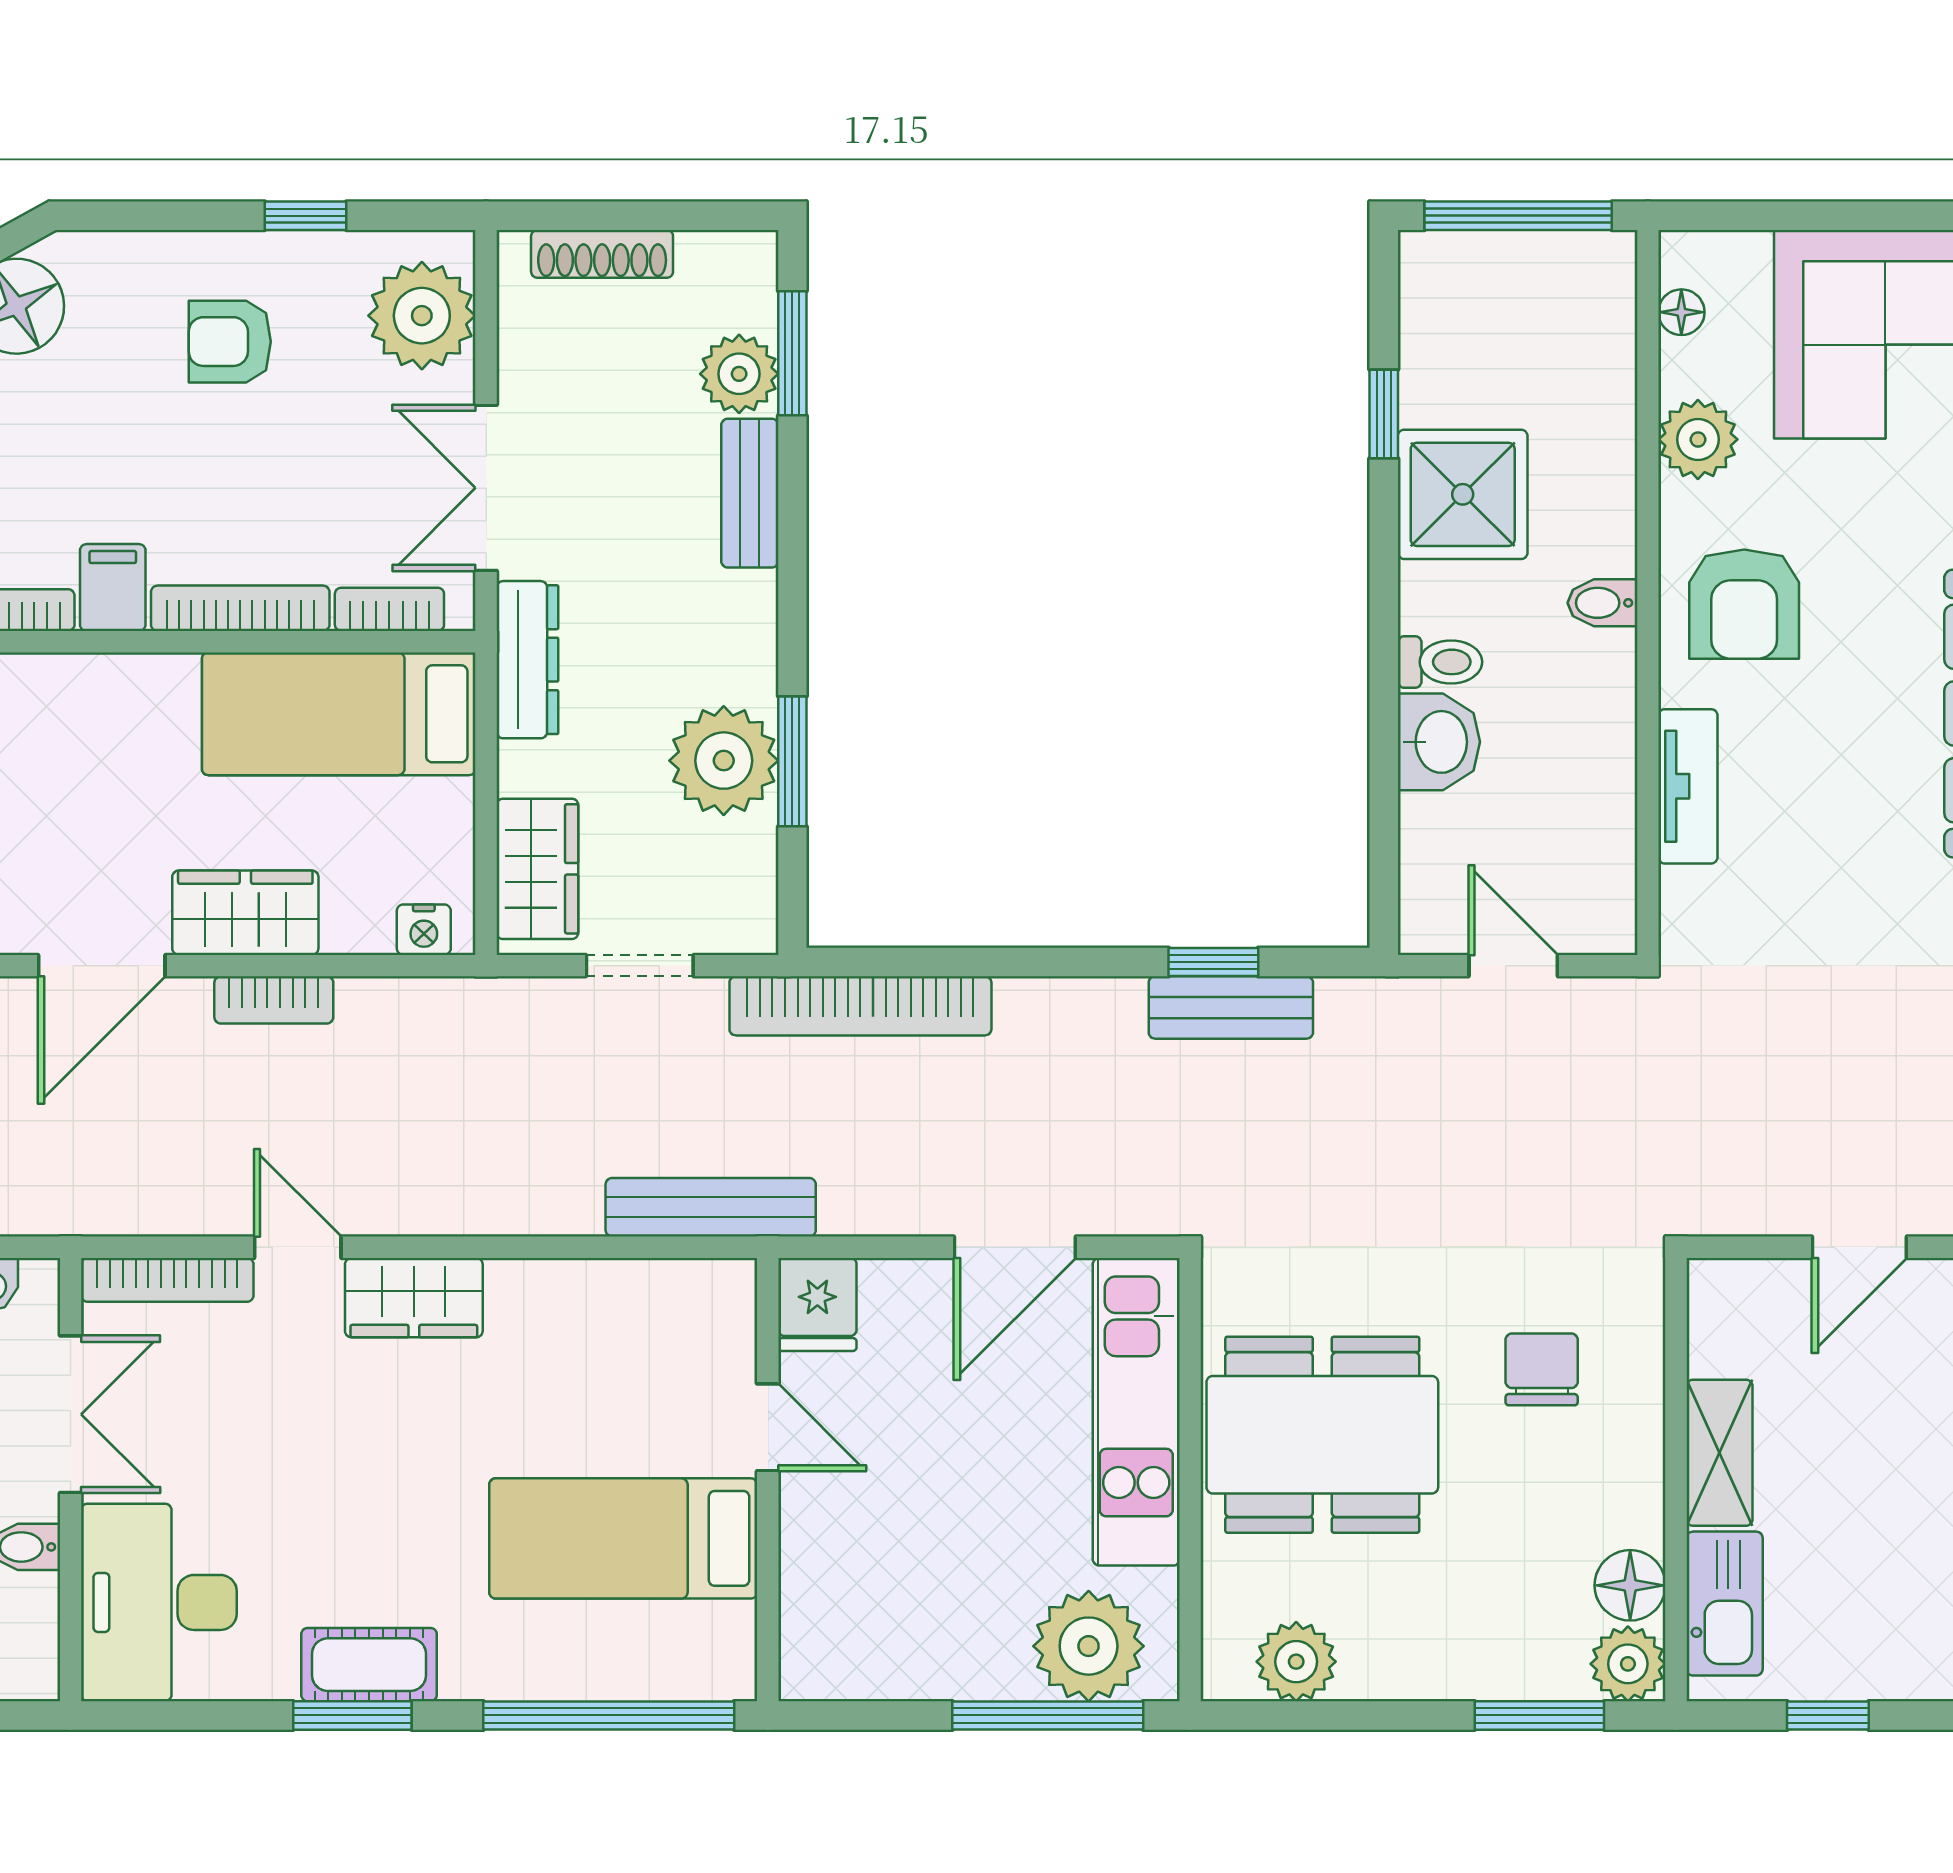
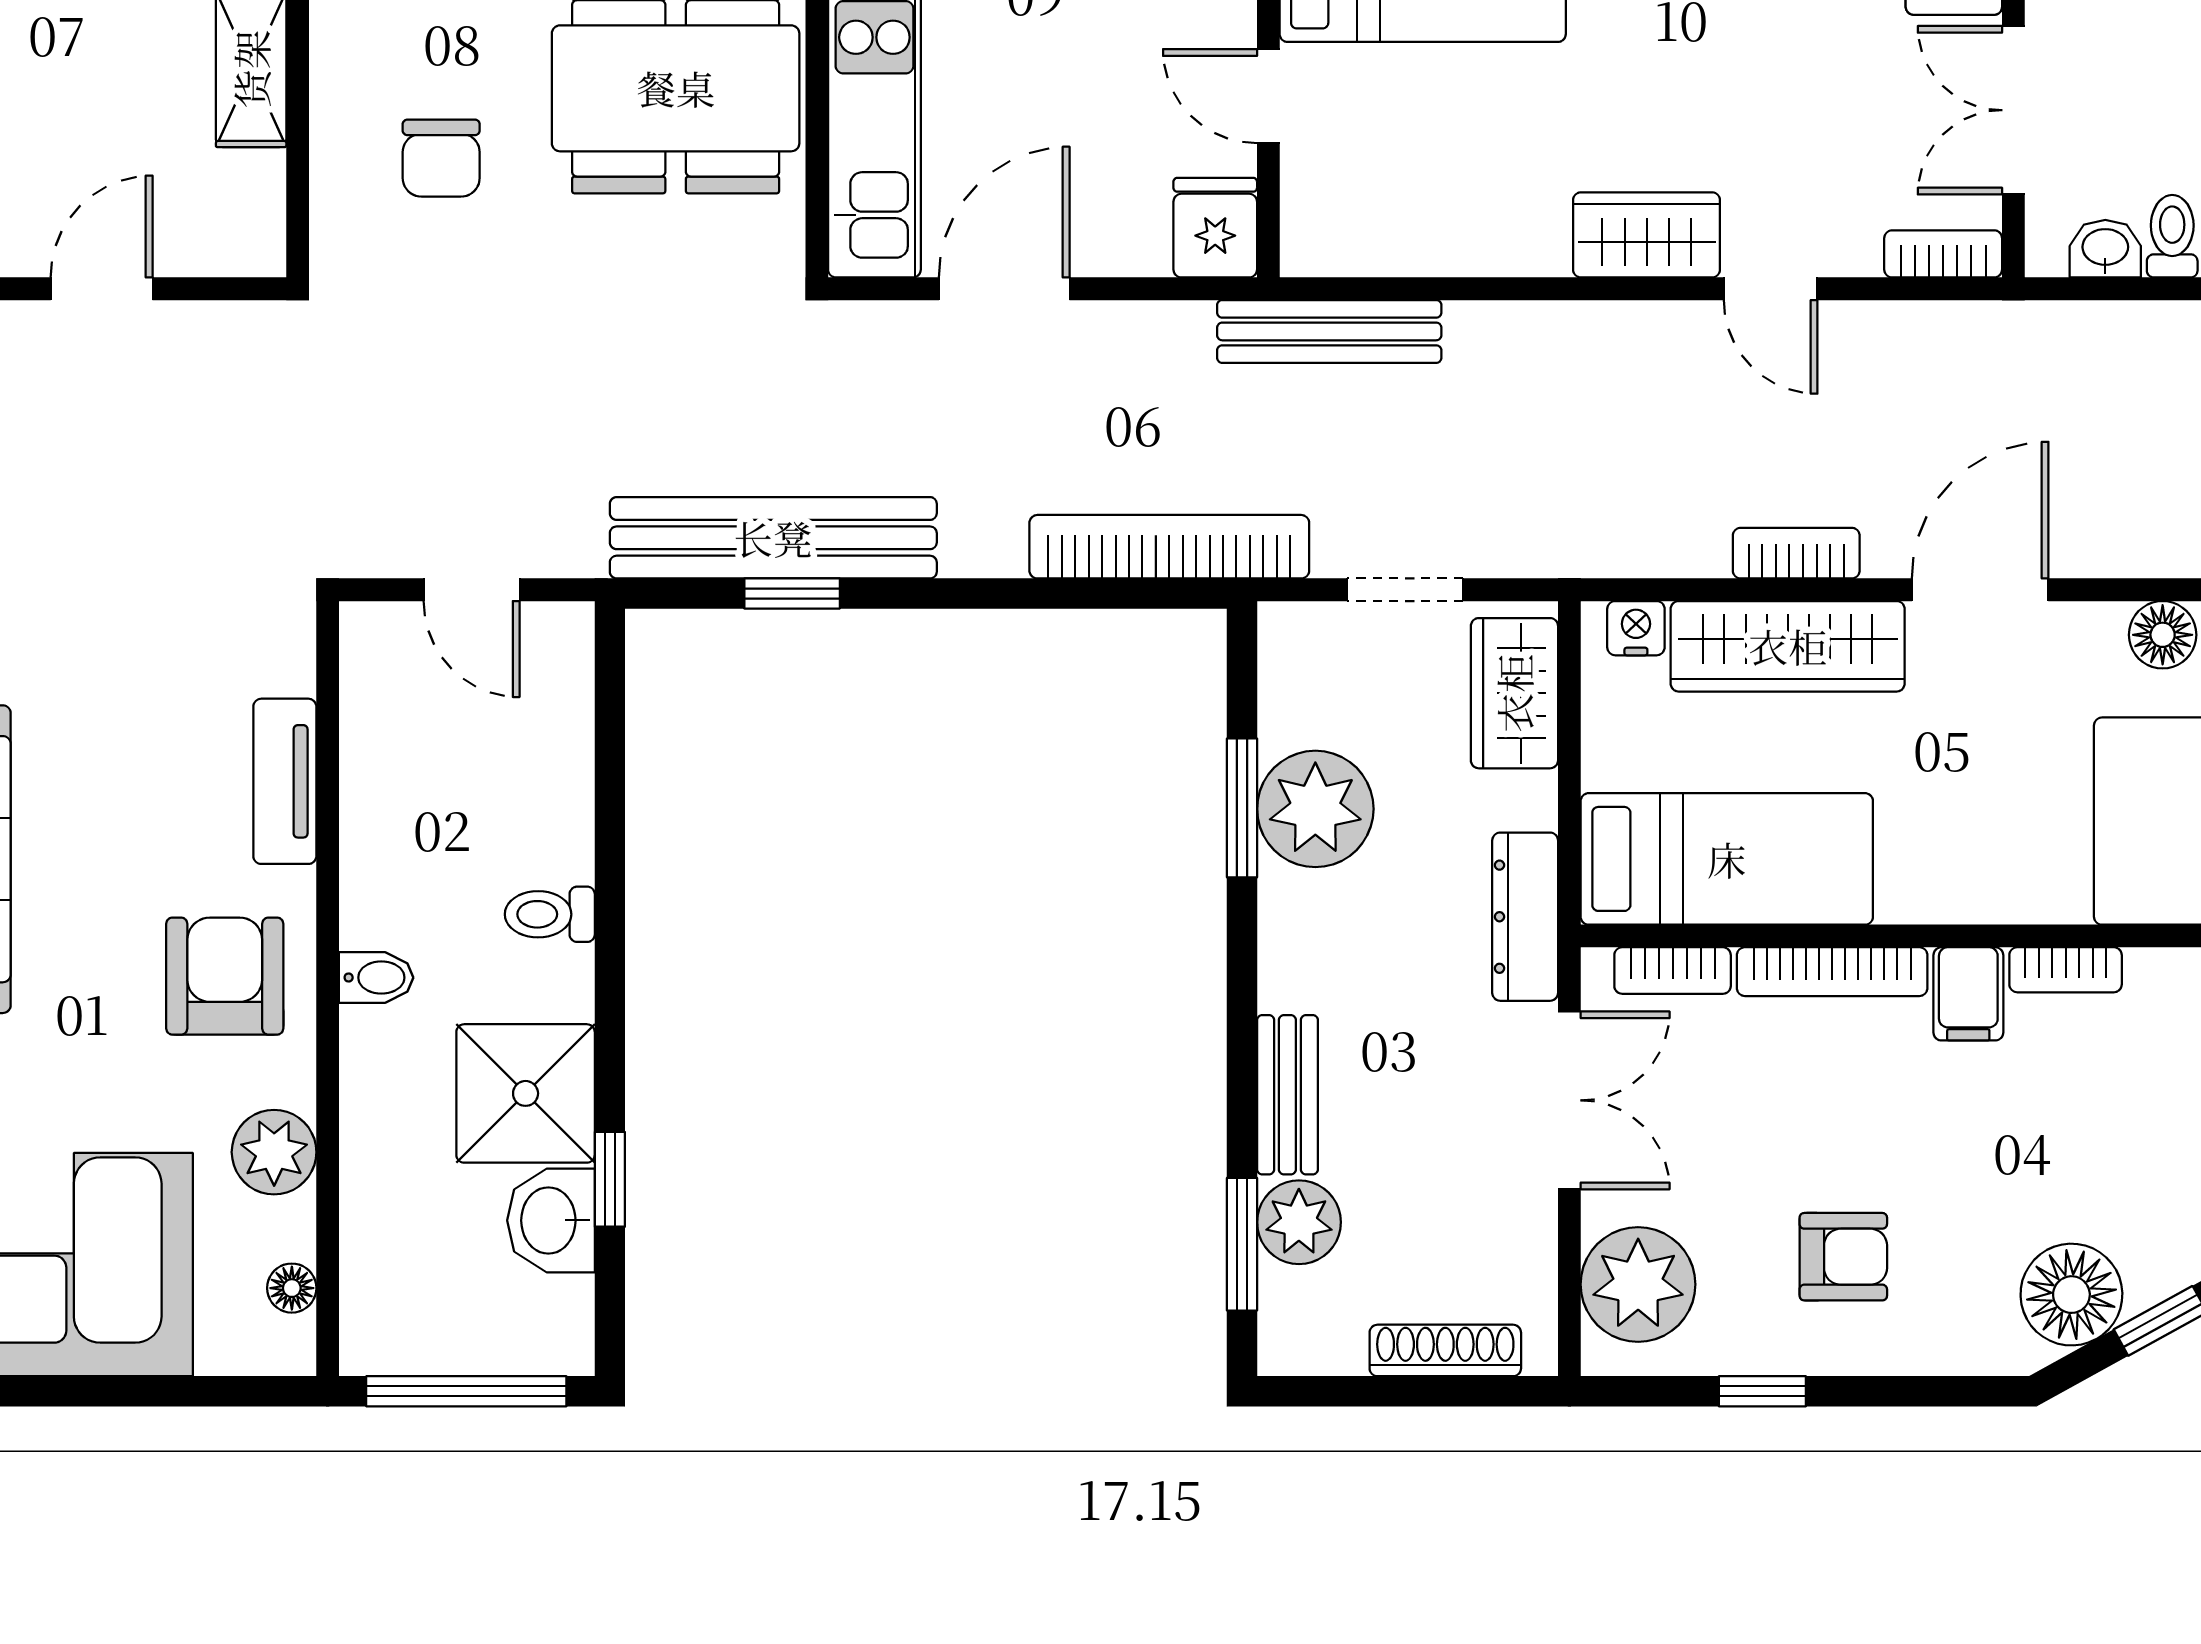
washbasin: (1439, 742) -> (551, 1220), moved
wardrobe: (245, 913) -> (1788, 646), width x1.50
bench: (1231, 1007) -> (773, 538), width x1.86, depth x1.21
bookcase: (167, 1280) -> (1943, 254), width x0.64

